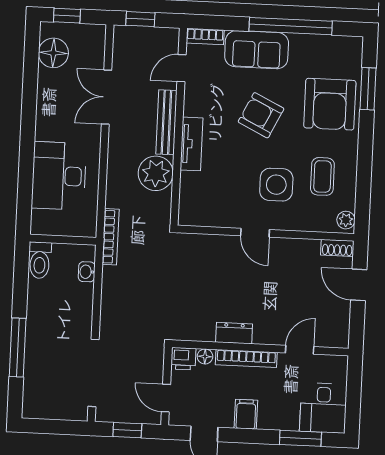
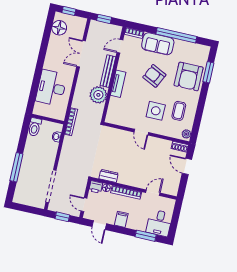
dresser: (234, 333) -> (109, 176), moved

